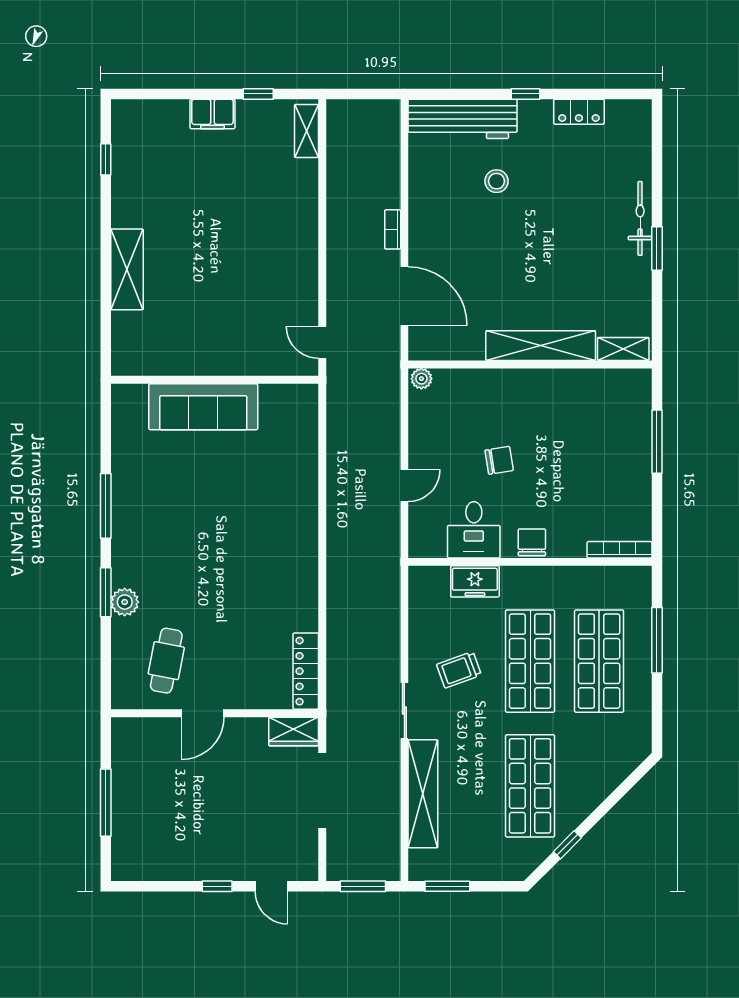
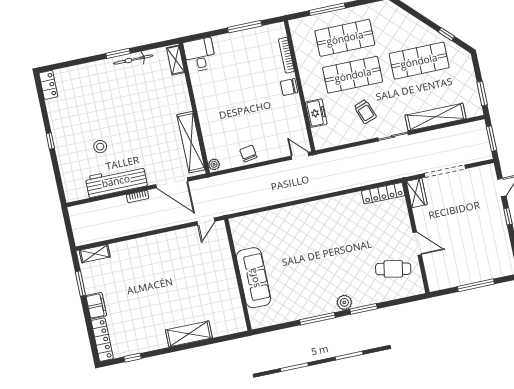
window: (258, 94) -> (80, 284), width x1.50
locker: (149, 112) -> (102, 340), added
locker: (579, 112) -> (48, 85), moved
workbench: (463, 119) -> (116, 181), moved, turned -90
bicycle: (640, 218) -> (133, 60), moved
door: (404, 296) -> (172, 183), swing flipped
shelving: (541, 346) -> (191, 142), moved
window: (657, 442) -> (245, 27), moved
chair: (499, 460) -> (248, 154), moved
door: (404, 486) -> (300, 156), moved
desk: (474, 530) -> (200, 55), moved, turned -90
bookcase: (620, 550) -> (286, 55), moved
plant: (125, 602) -> (344, 302), moved

